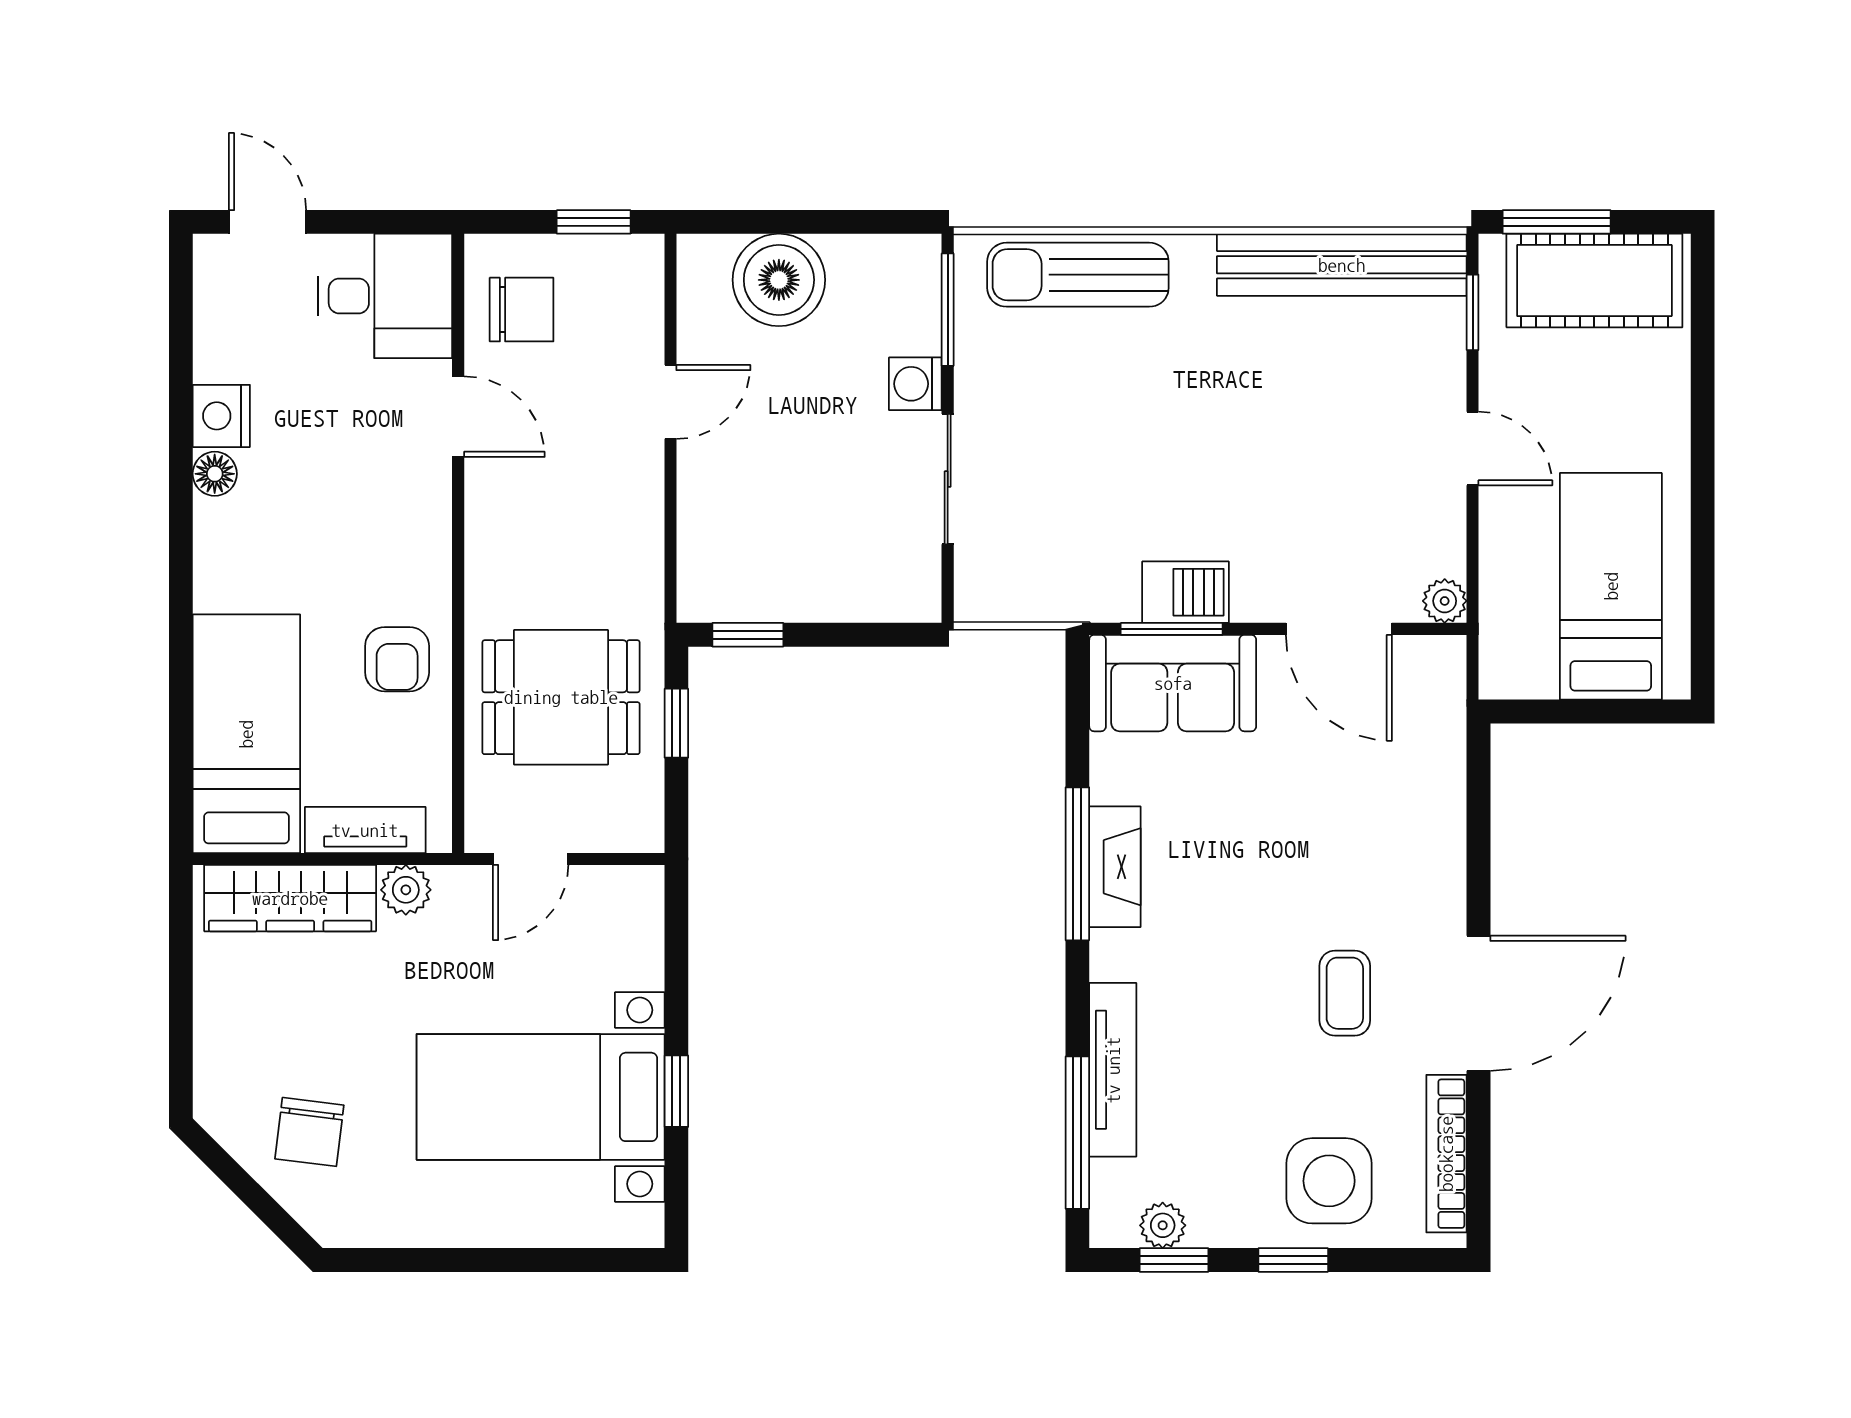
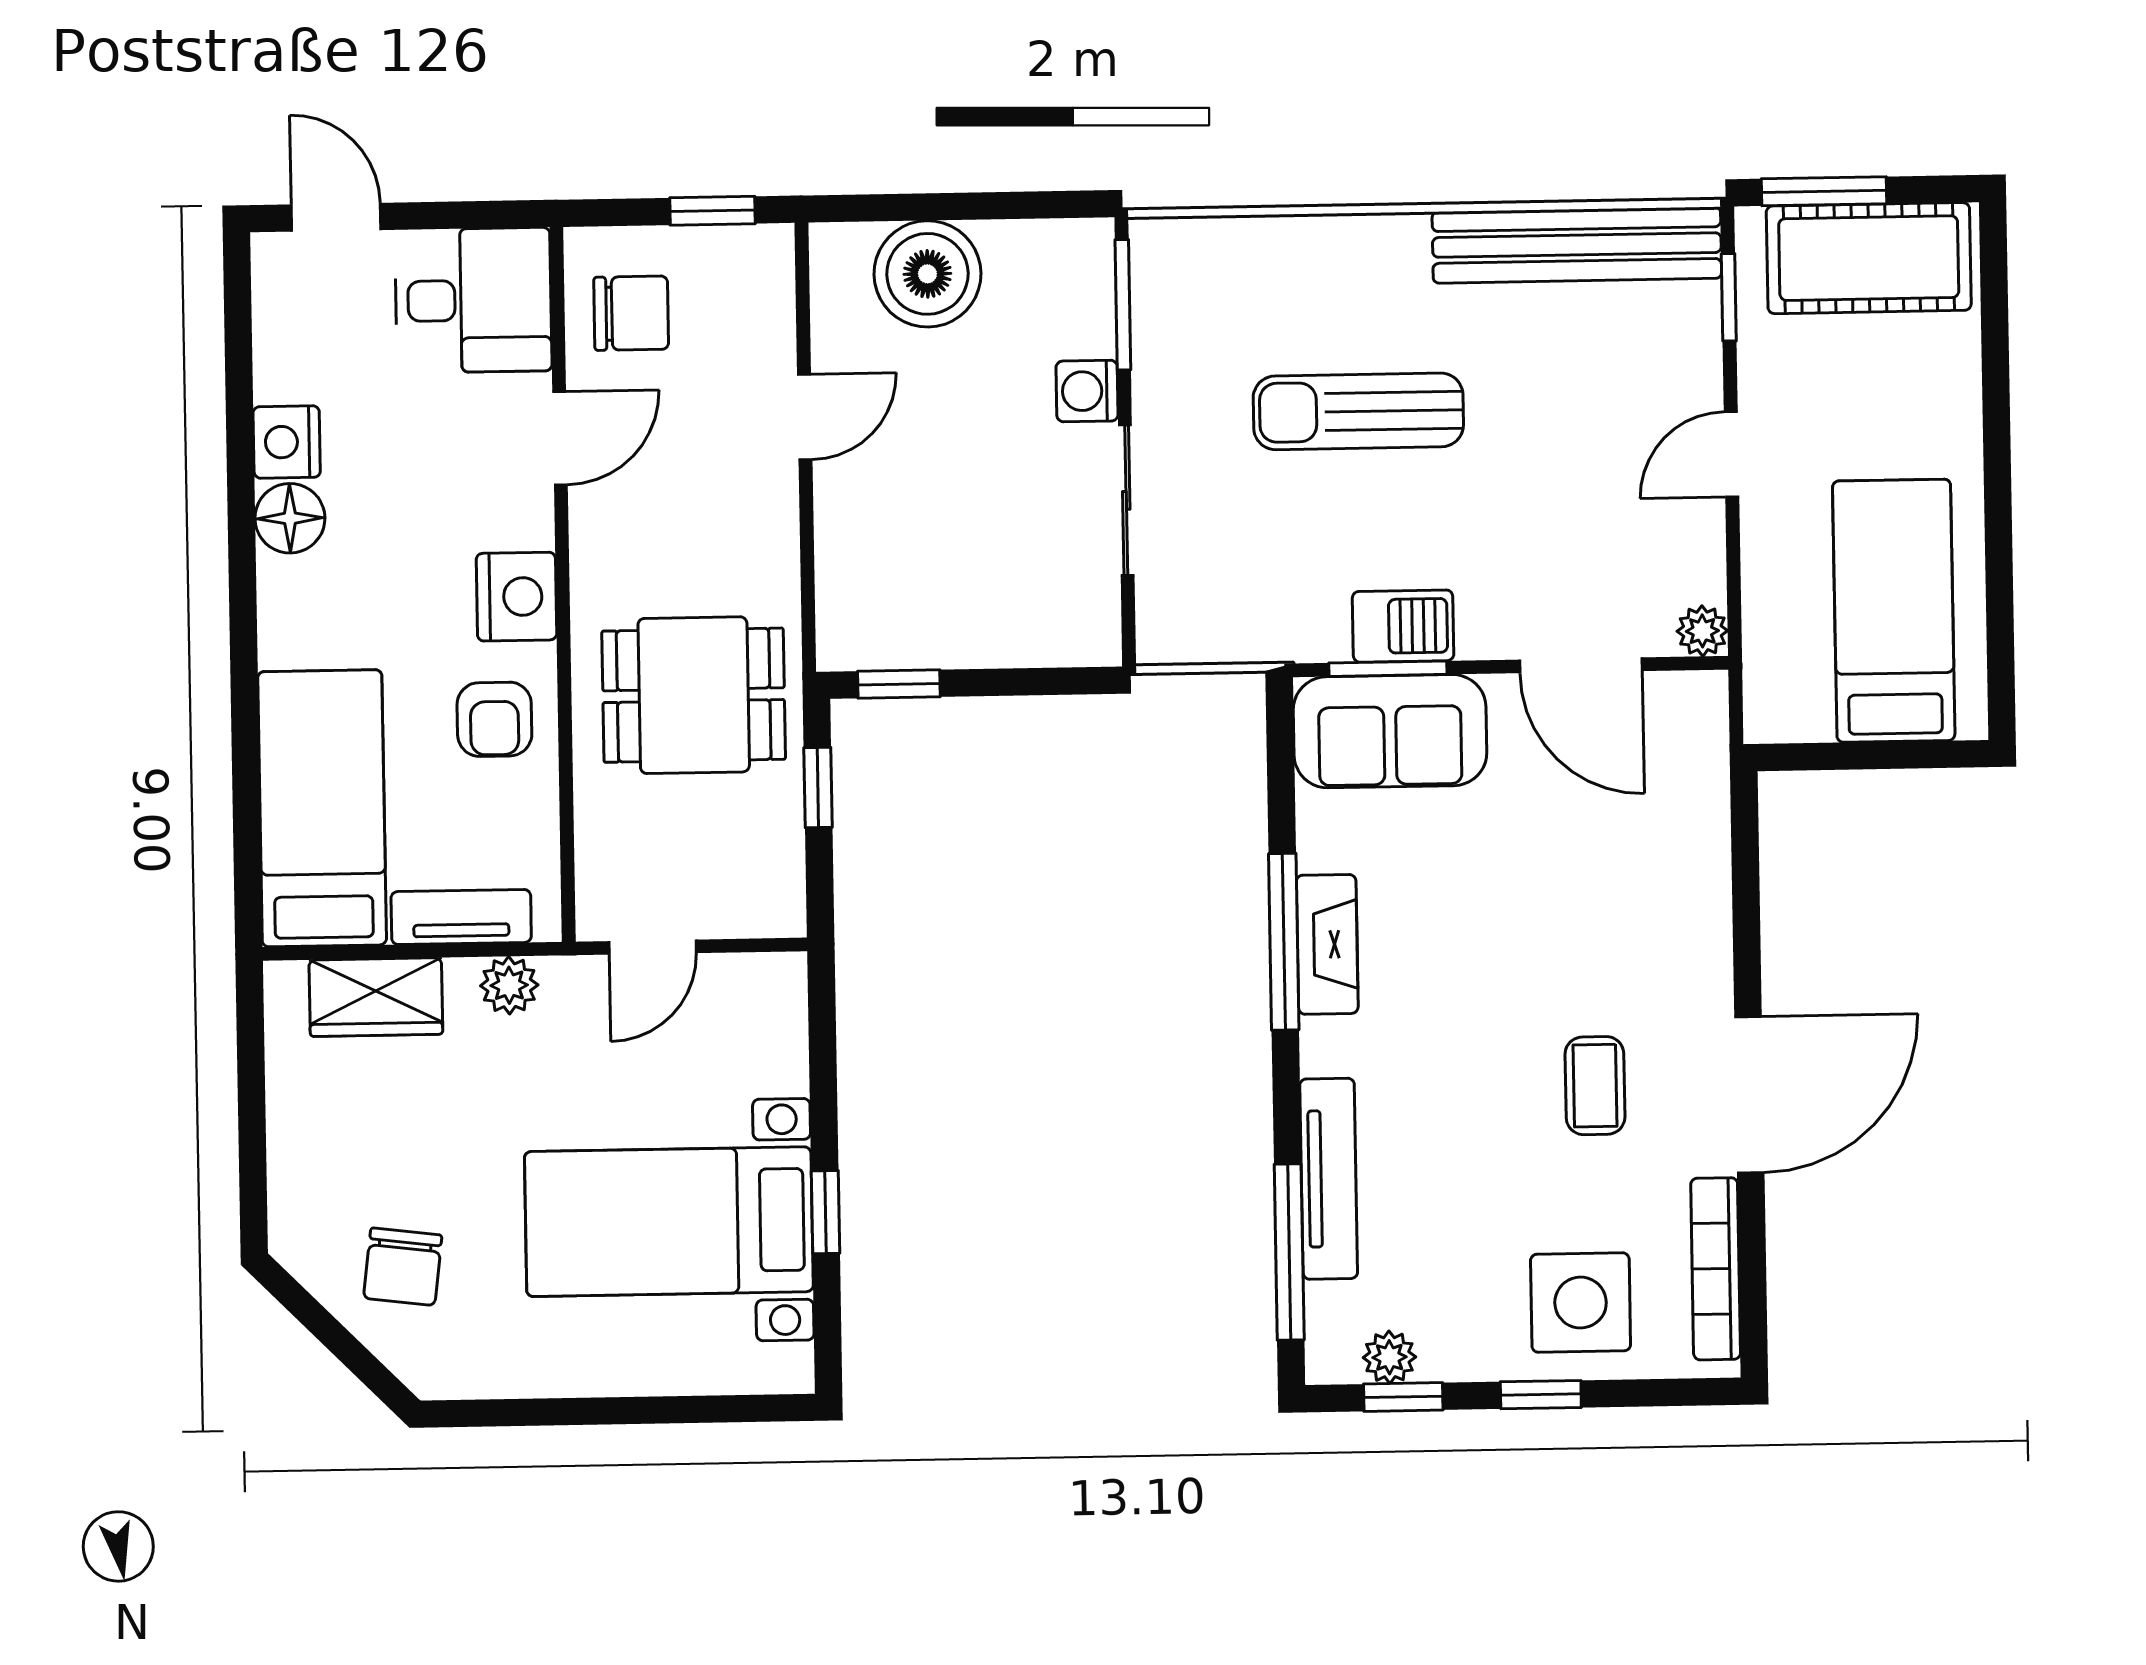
sun lounger: (1078, 275) -> (1358, 411), moved
door: (458, 417) -> (560, 438), hinge flipped
door: (1473, 449) -> (1731, 454), swing flipped
floor lamp: (215, 474) -> (290, 518), width x1.37, depth x1.37
nightstand: (418, 553) -> (516, 597), added
dining table: (561, 697) -> (694, 695), moved
wardrobe: (290, 898) -> (376, 997), width x0.67

